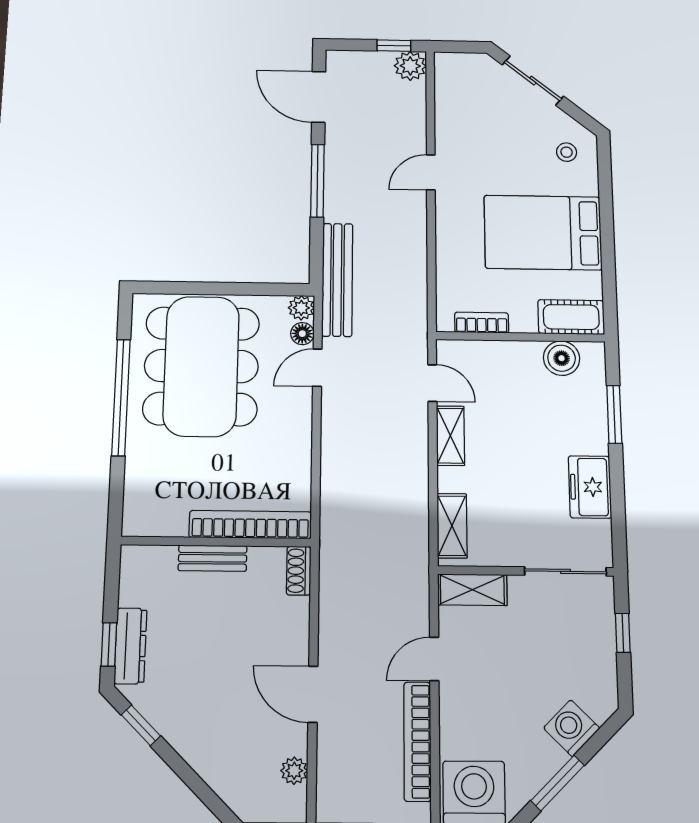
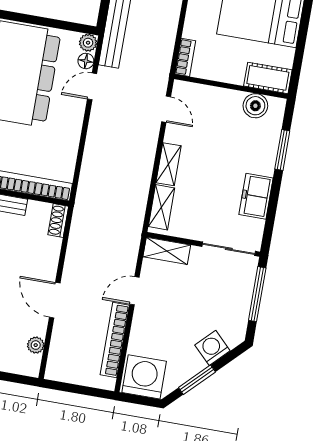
bookcase: (482, 323) -> (185, 57), moved, turned 90
shelving: (450, 436) -> (168, 164), moved
window: (623, 633) -> (257, 294), width x2.17

